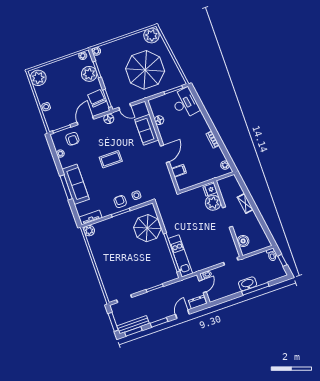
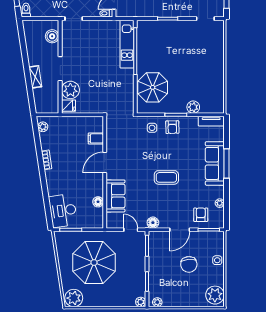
plant: (89, 74) -> (157, 280), removed
chair: (97, 98) -> (189, 264), moved
plant: (89, 231) -> (193, 107), moved

